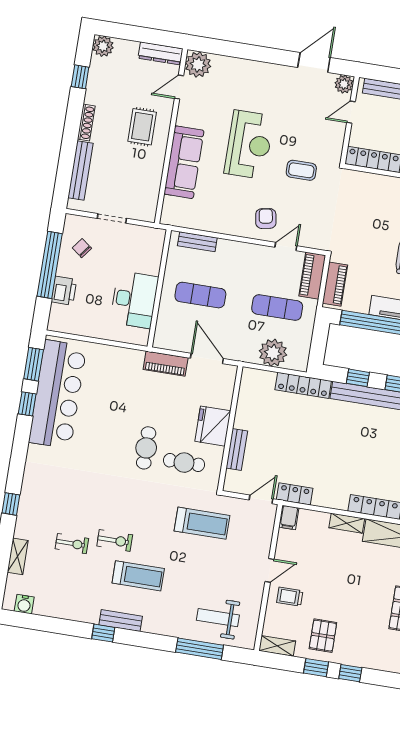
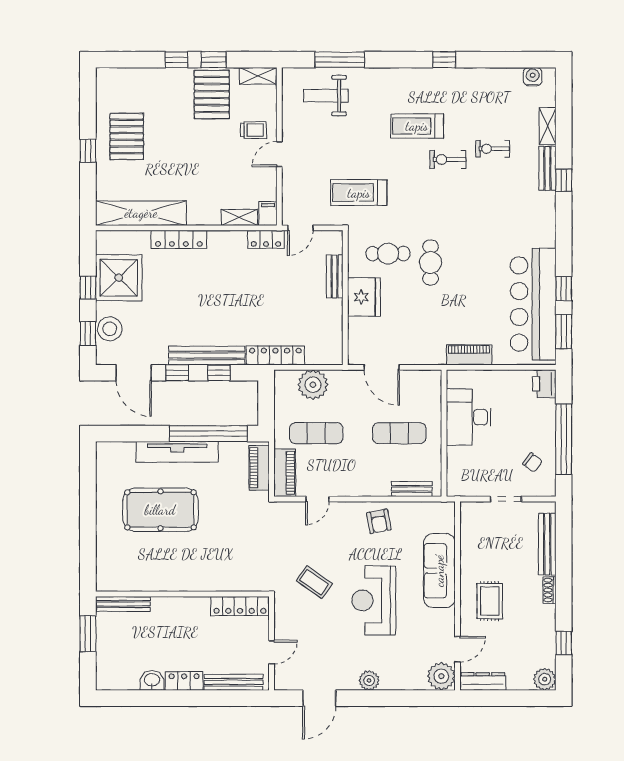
plant: (344, 84) -> (369, 681), moved
shoe rack: (86, 123) -> (549, 590), width x0.70
coffee table: (301, 170) -> (314, 582), turned 35
armchair: (266, 219) -> (379, 521), moved
printer: (64, 291) -> (544, 384), moved
piano: (166, 364) -> (469, 355), moved
shelving: (347, 523) -> (239, 217), moved
weight bench: (218, 618) -> (326, 96), turned 180
bench: (121, 621) -> (547, 168), moved, turned 90
pallet: (323, 636) -> (212, 95), width x1.50, depth x1.42

